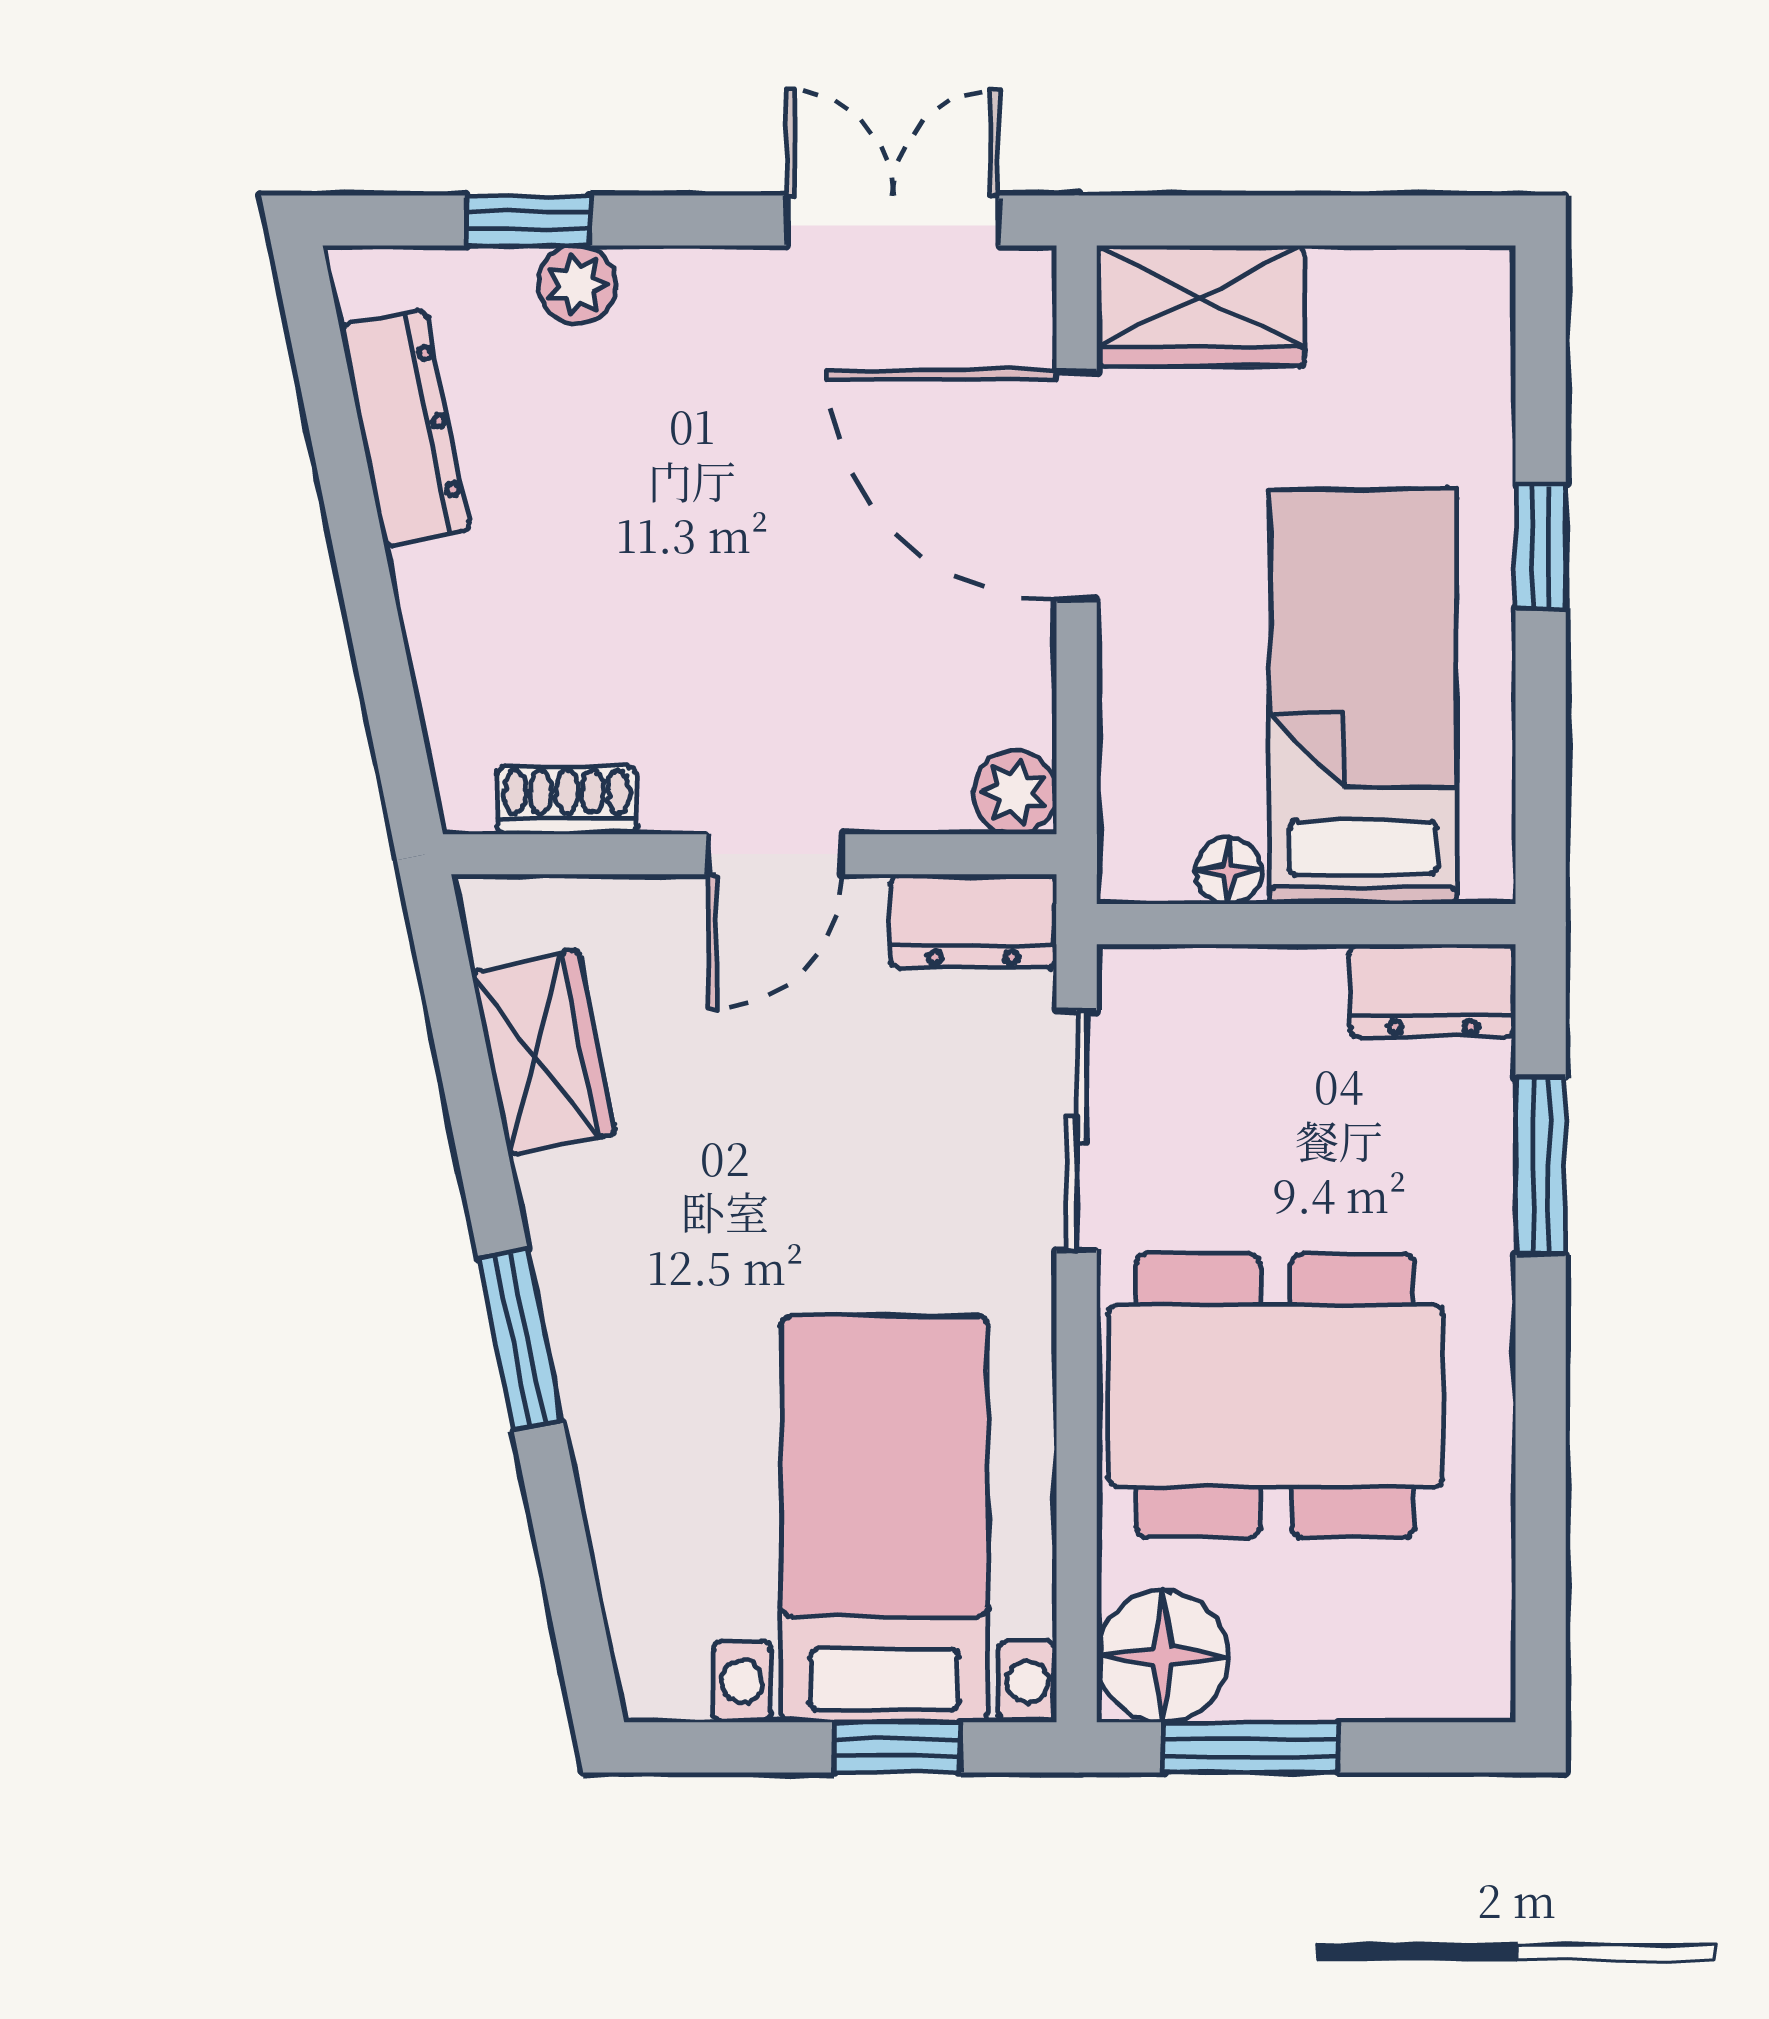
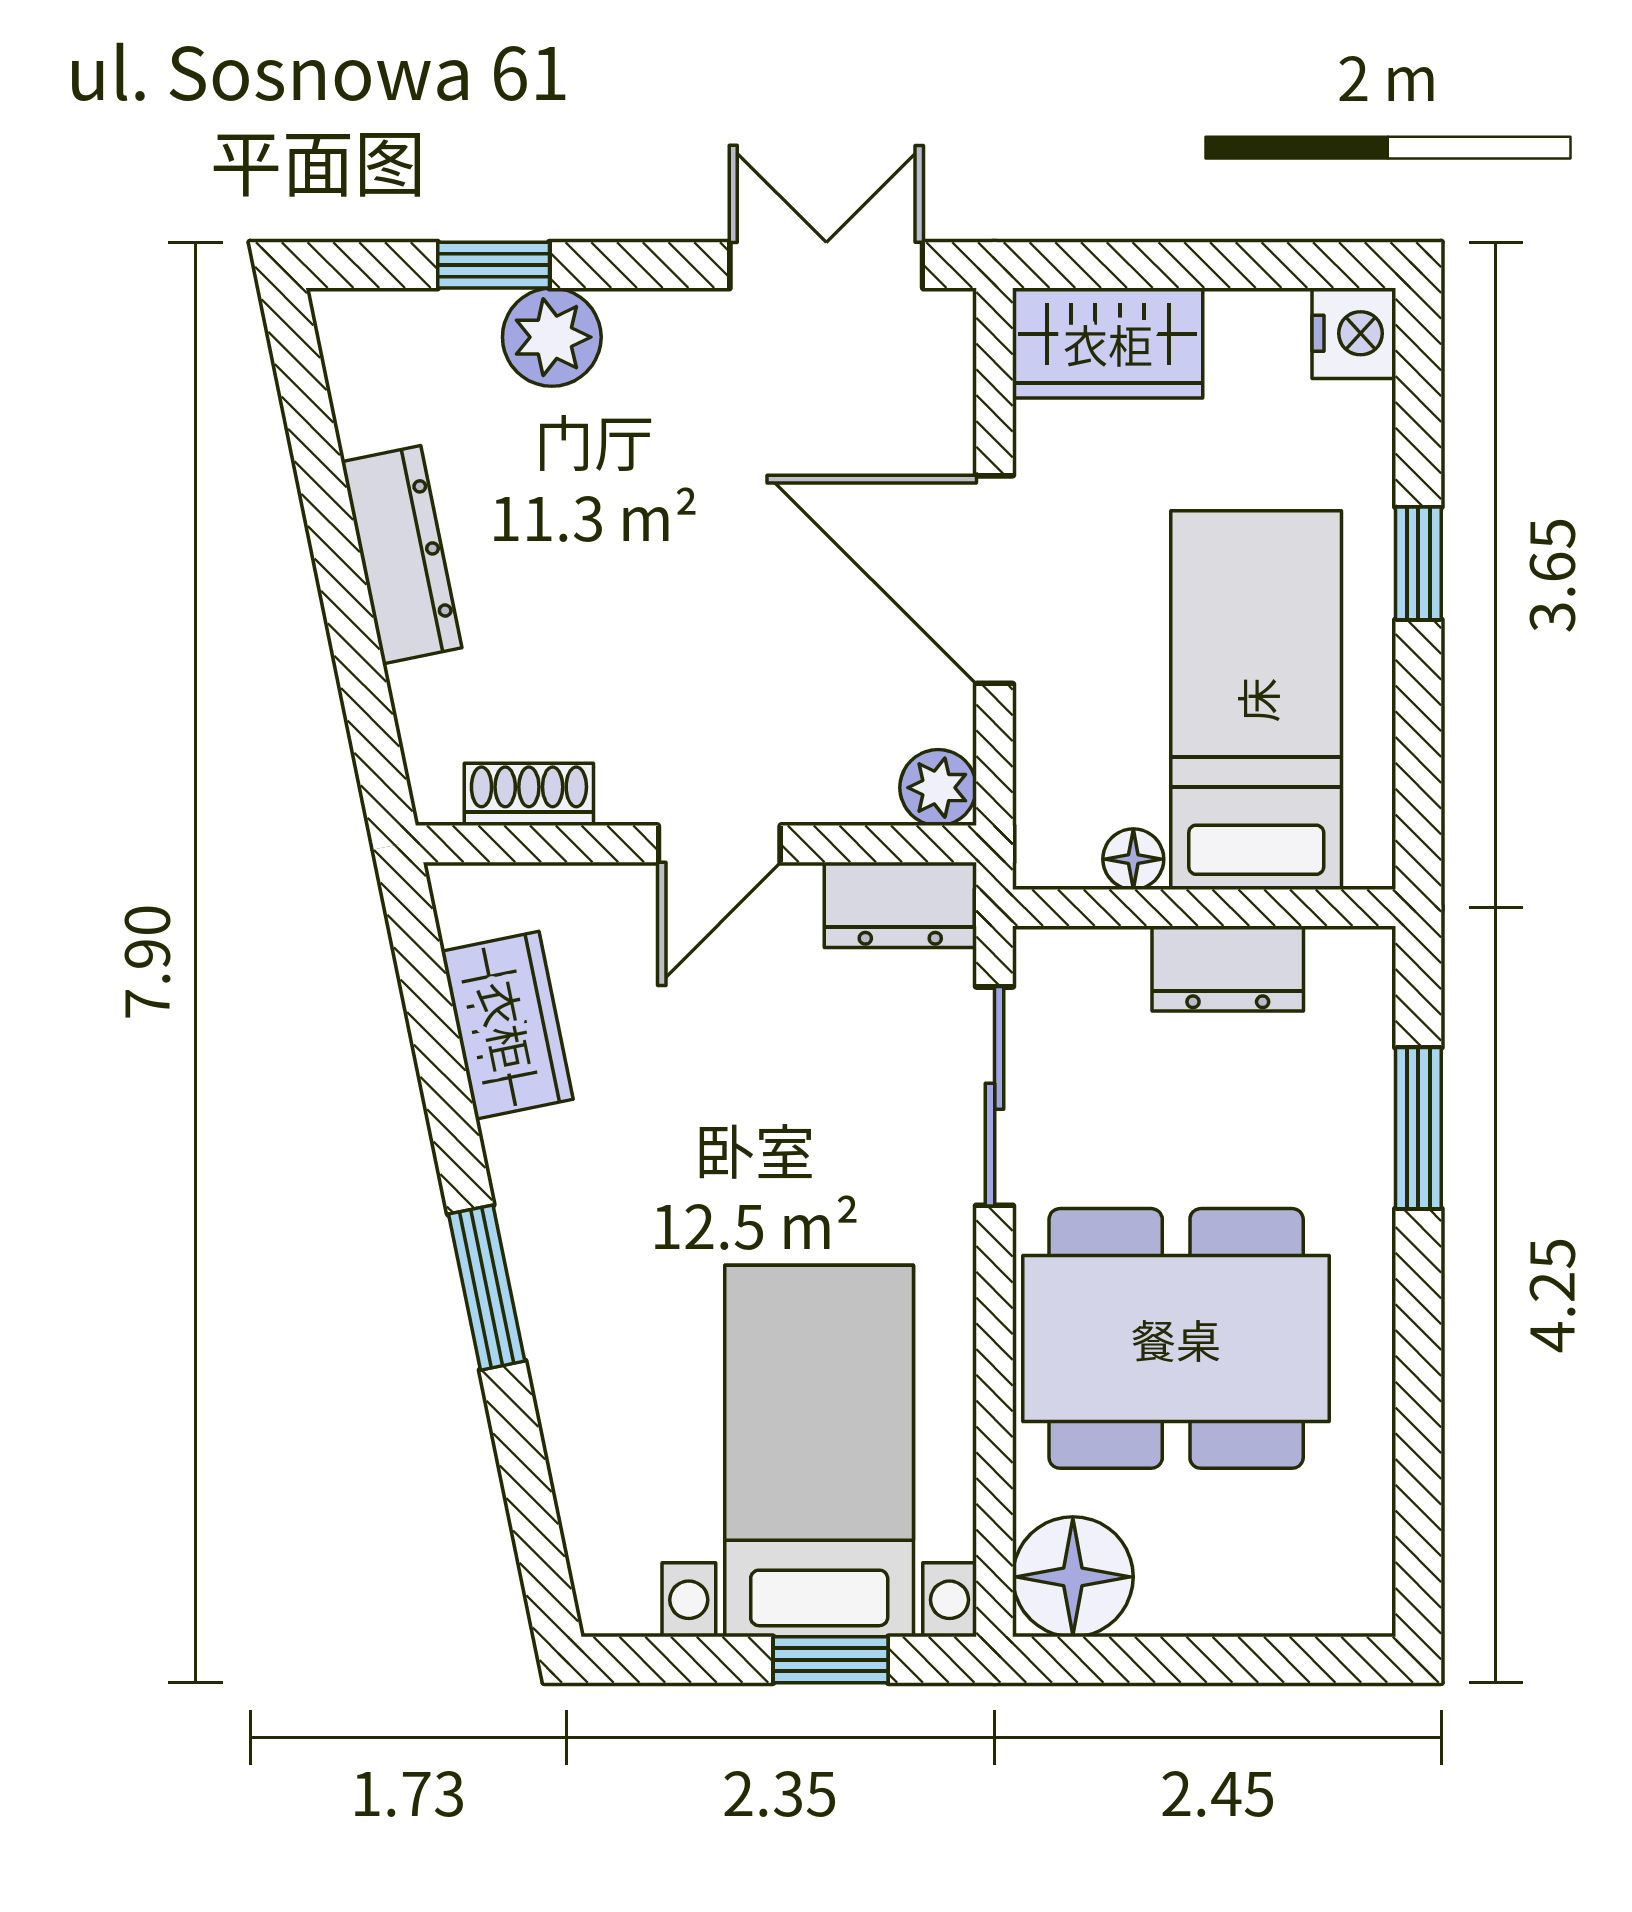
plant: (577, 285) -> (552, 337), width x1.38, depth x1.38
nightstand: (1470, 295) -> (1354, 333), added
dresser: (405, 428) -> (402, 555), moved
door: (1077, 485) -> (995, 580), moved
dresser: (1433, 991) -> (1228, 969), moved
window: (1250, 1747) -> (1153, 1660), removed

